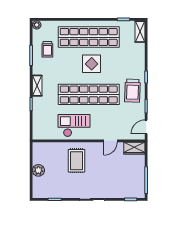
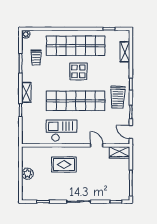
shelving: (140, 32) -> (125, 52), moved
door: (146, 127) -> (131, 132), hinge flipped
door: (111, 141) -> (97, 145), swing flipped
rug: (76, 161) -> (64, 165), turned 90

